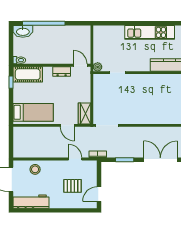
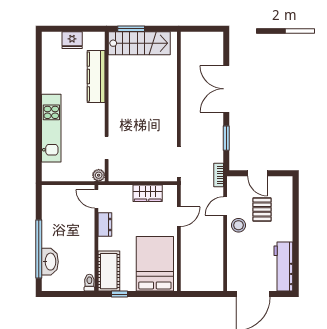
washbasin: (23, 31) -> (50, 262), moved
kitchen unit: (150, 32) -> (51, 128), moved
door: (80, 65) -> (96, 199), hinge flipped
bed: (33, 112) -> (155, 264), width x1.50
wardrobe: (84, 113) -> (148, 193), moved
stool: (35, 169) -> (238, 225), moved
door: (99, 194) -> (257, 173), moved

